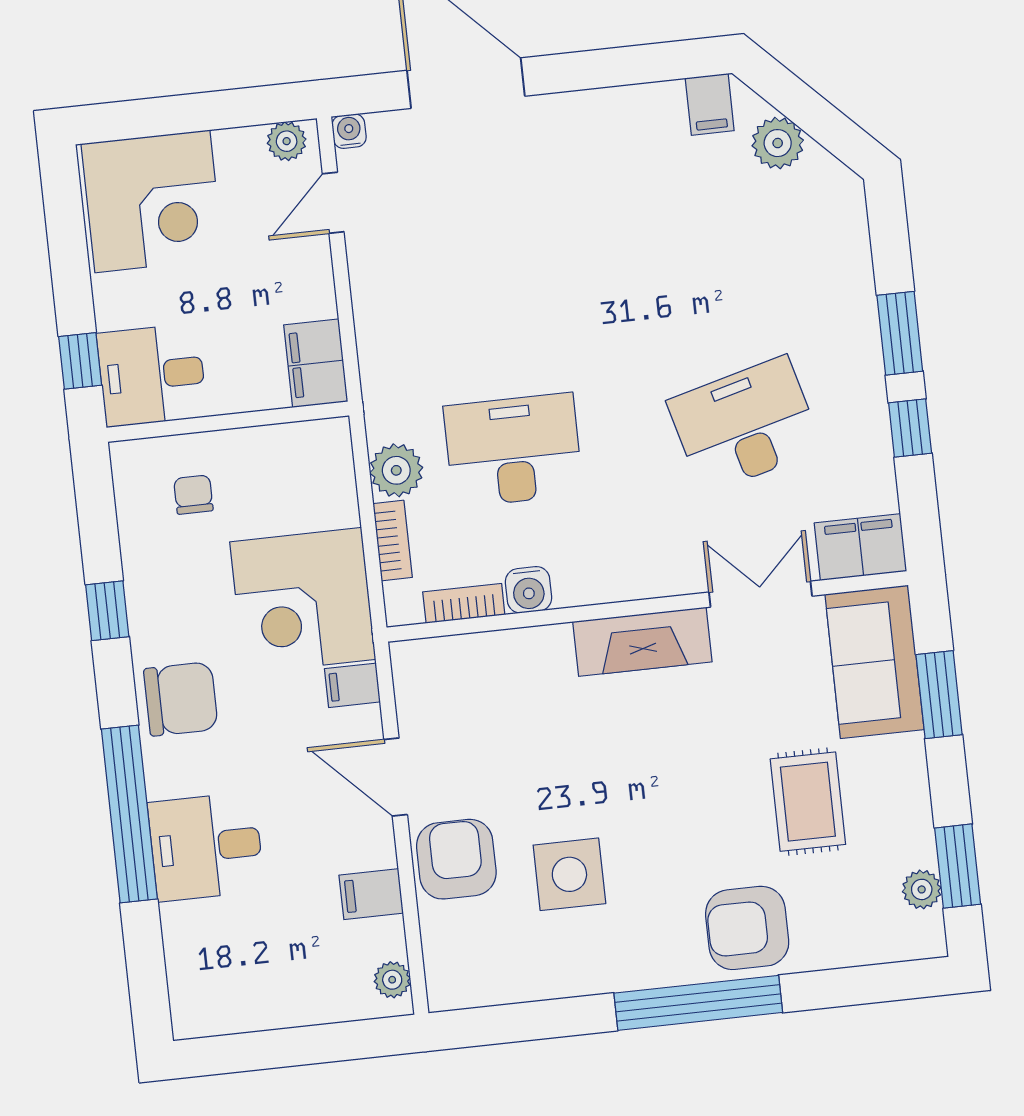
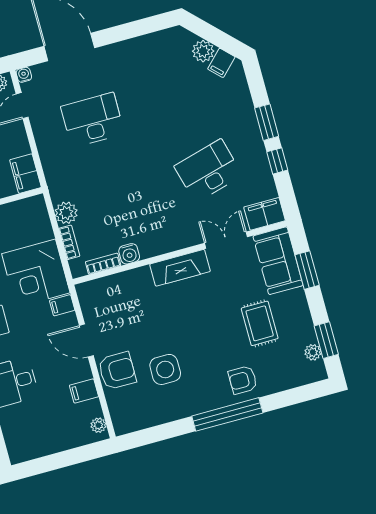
filing cabinet: (710, 104) -> (221, 63), moved, turned 45
desk: (513, 450) -> (93, 120), moved
armchair: (456, 859) -> (117, 371), turned 90
armchair: (747, 928) -> (243, 380), width x0.72, depth x0.72

